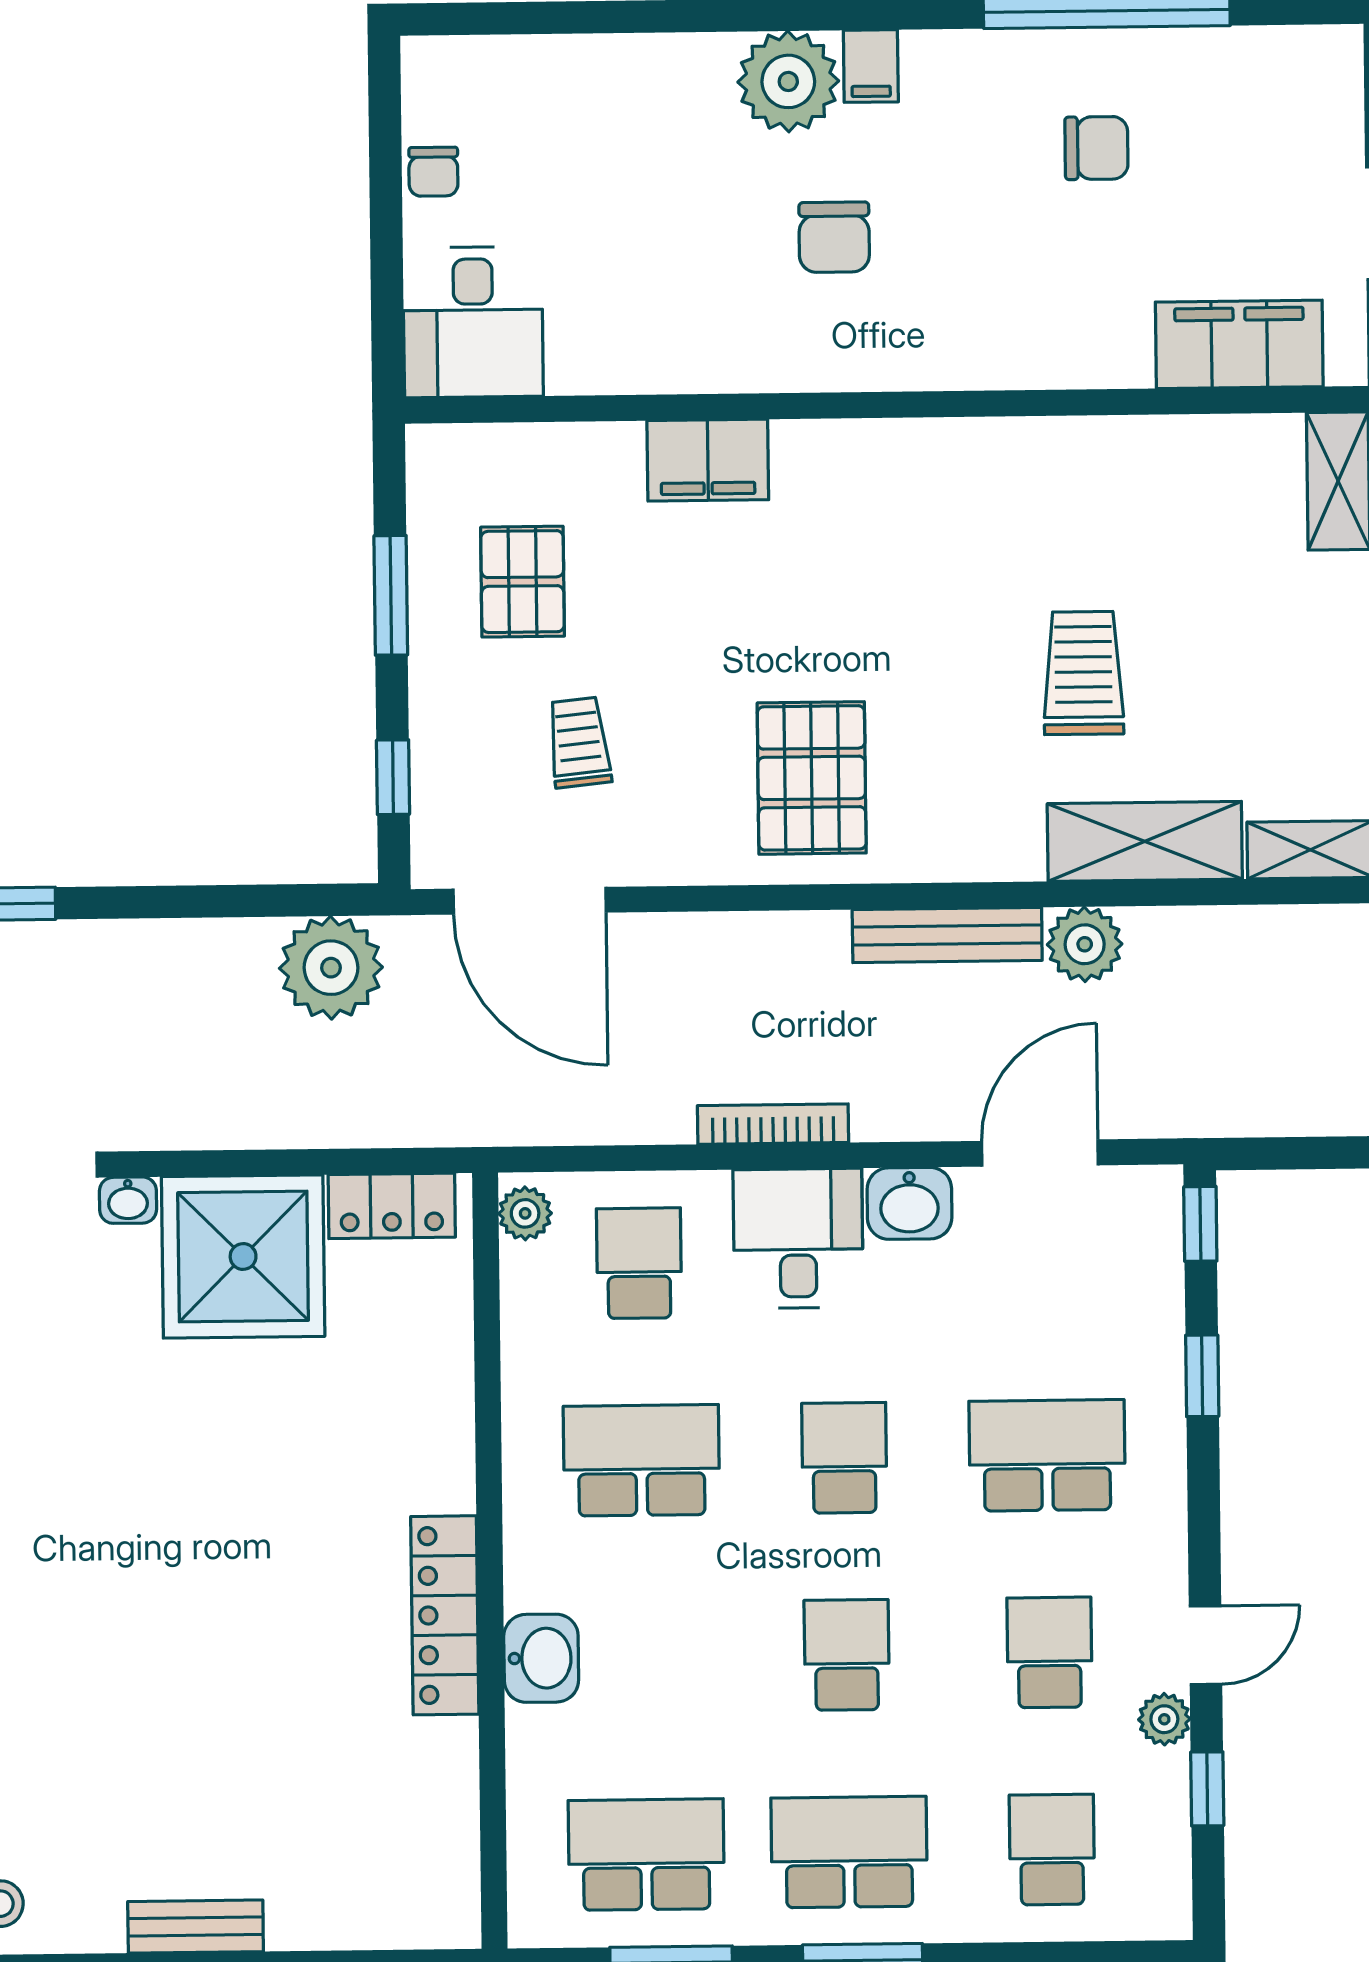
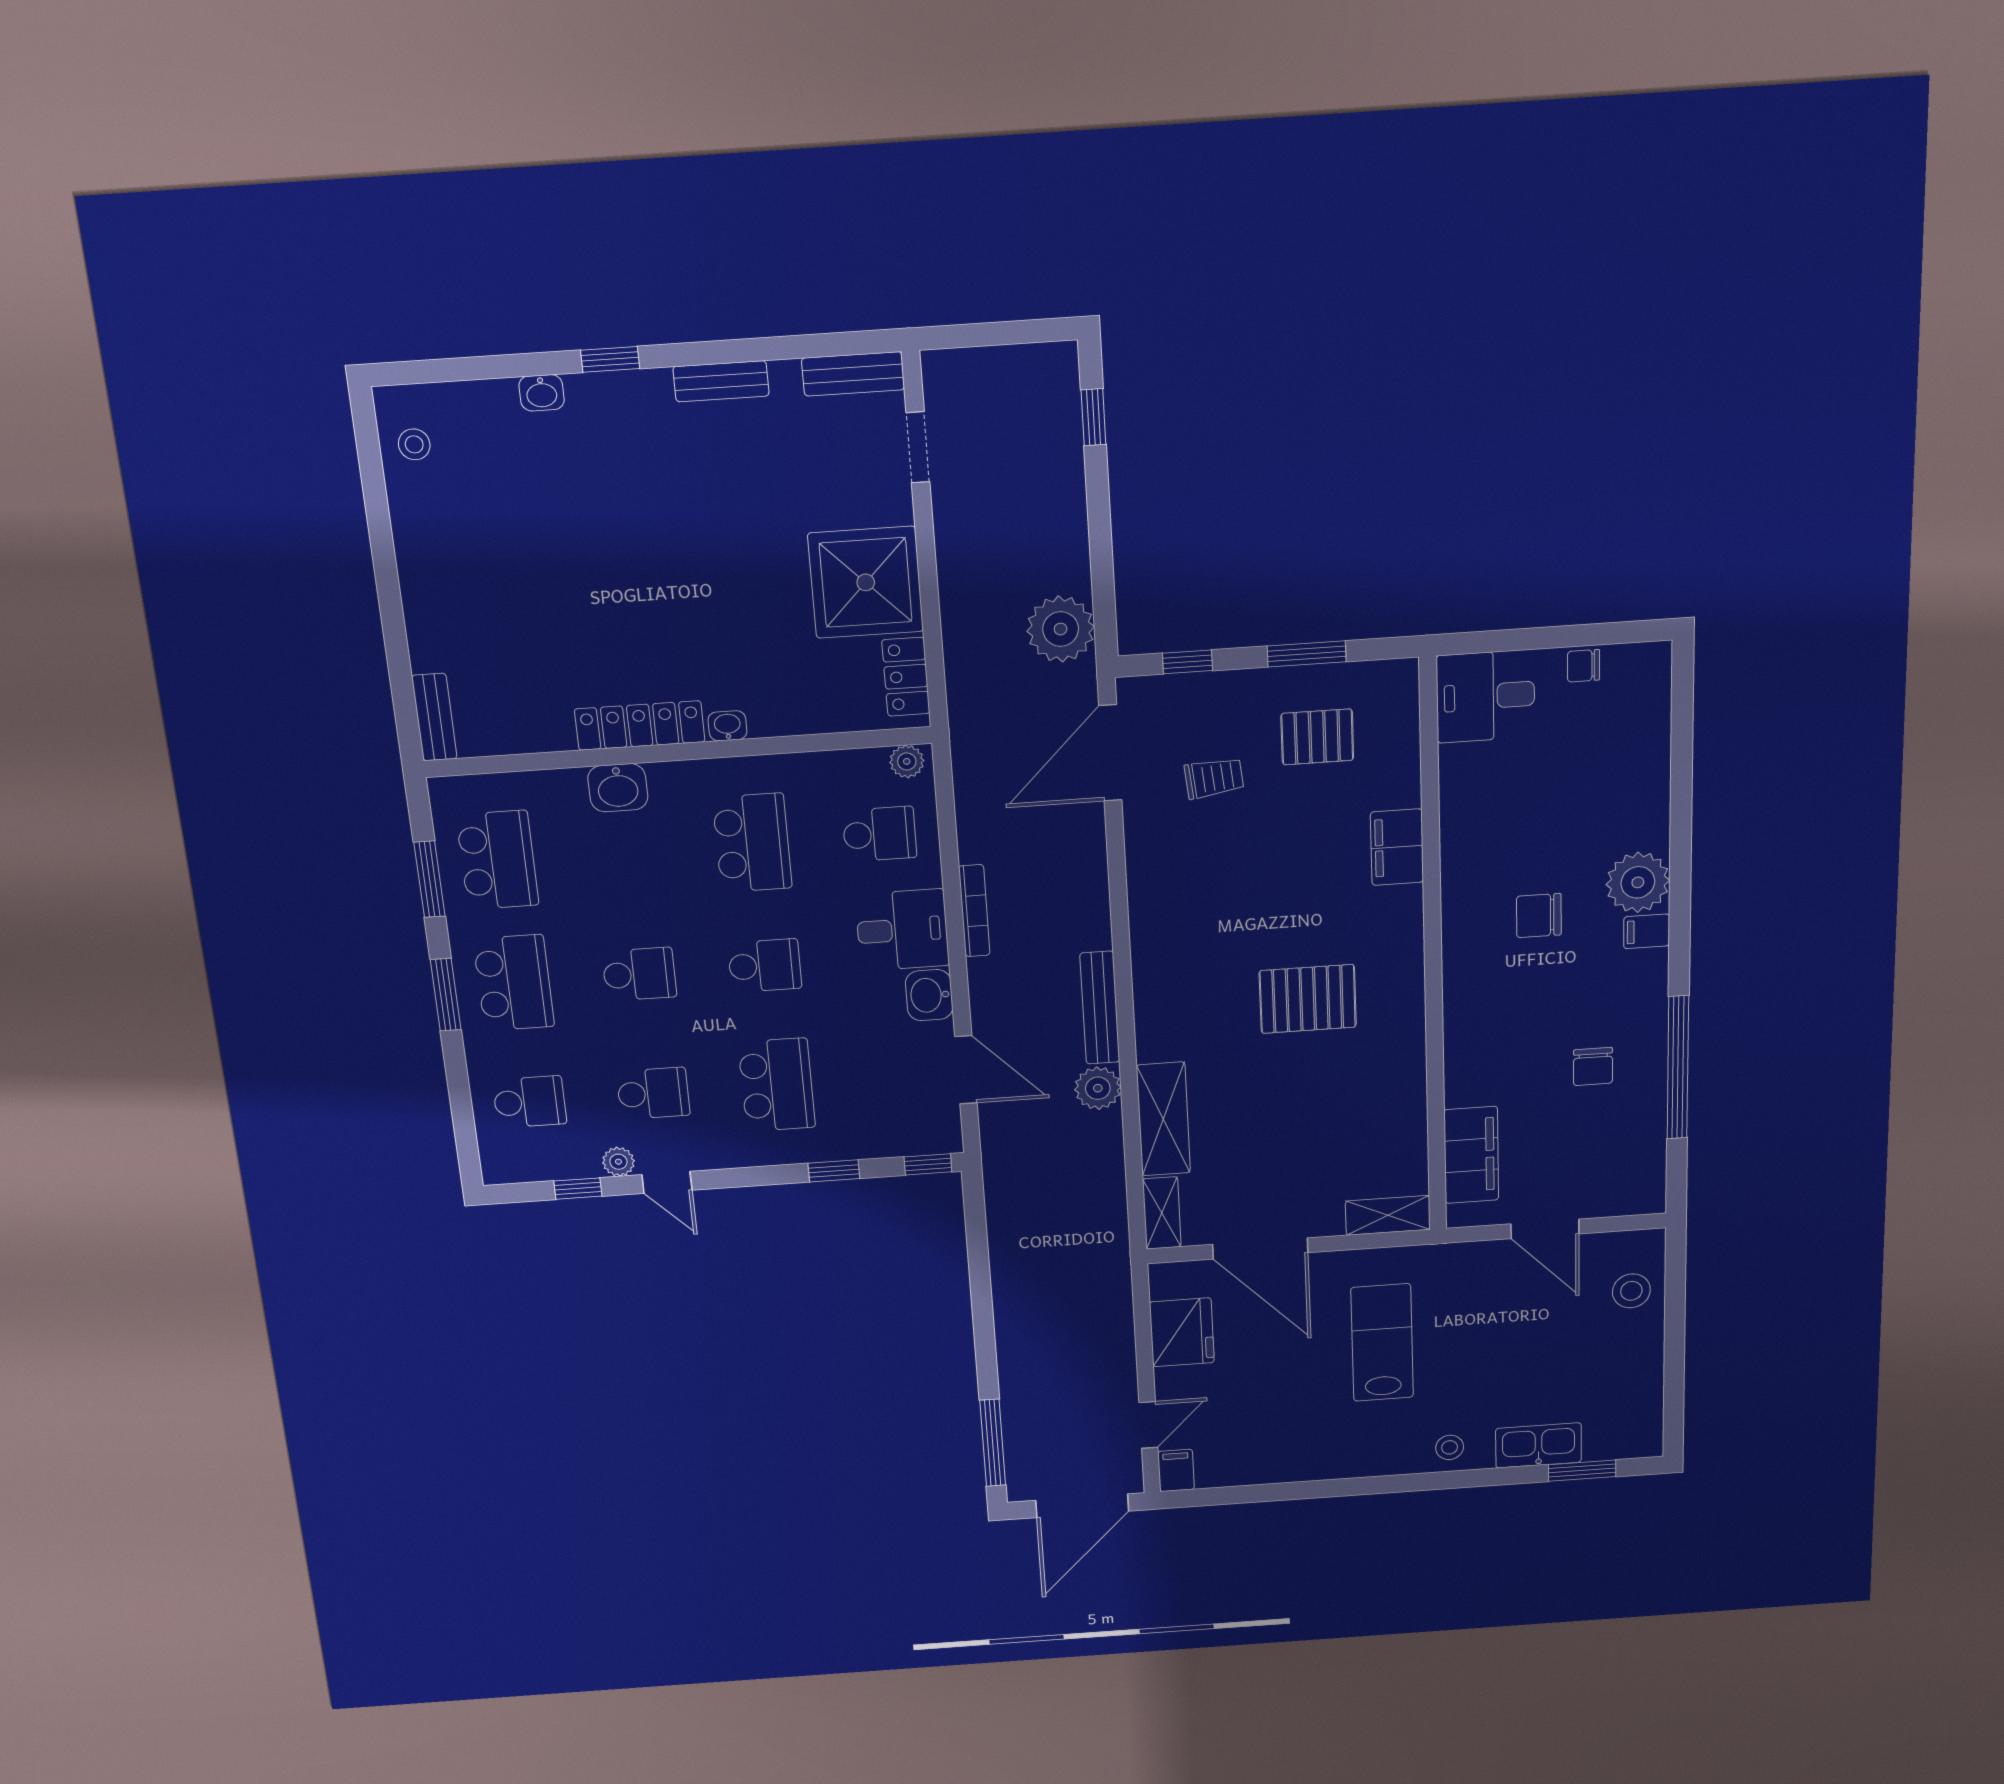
trolley: (1083, 673) -> (1267, 1078), removed
pallet: (812, 778) -> (1308, 999), moved
washbasin: (128, 1200) -> (727, 726), moved, turned 90
bench: (196, 1927) -> (434, 717), moved

